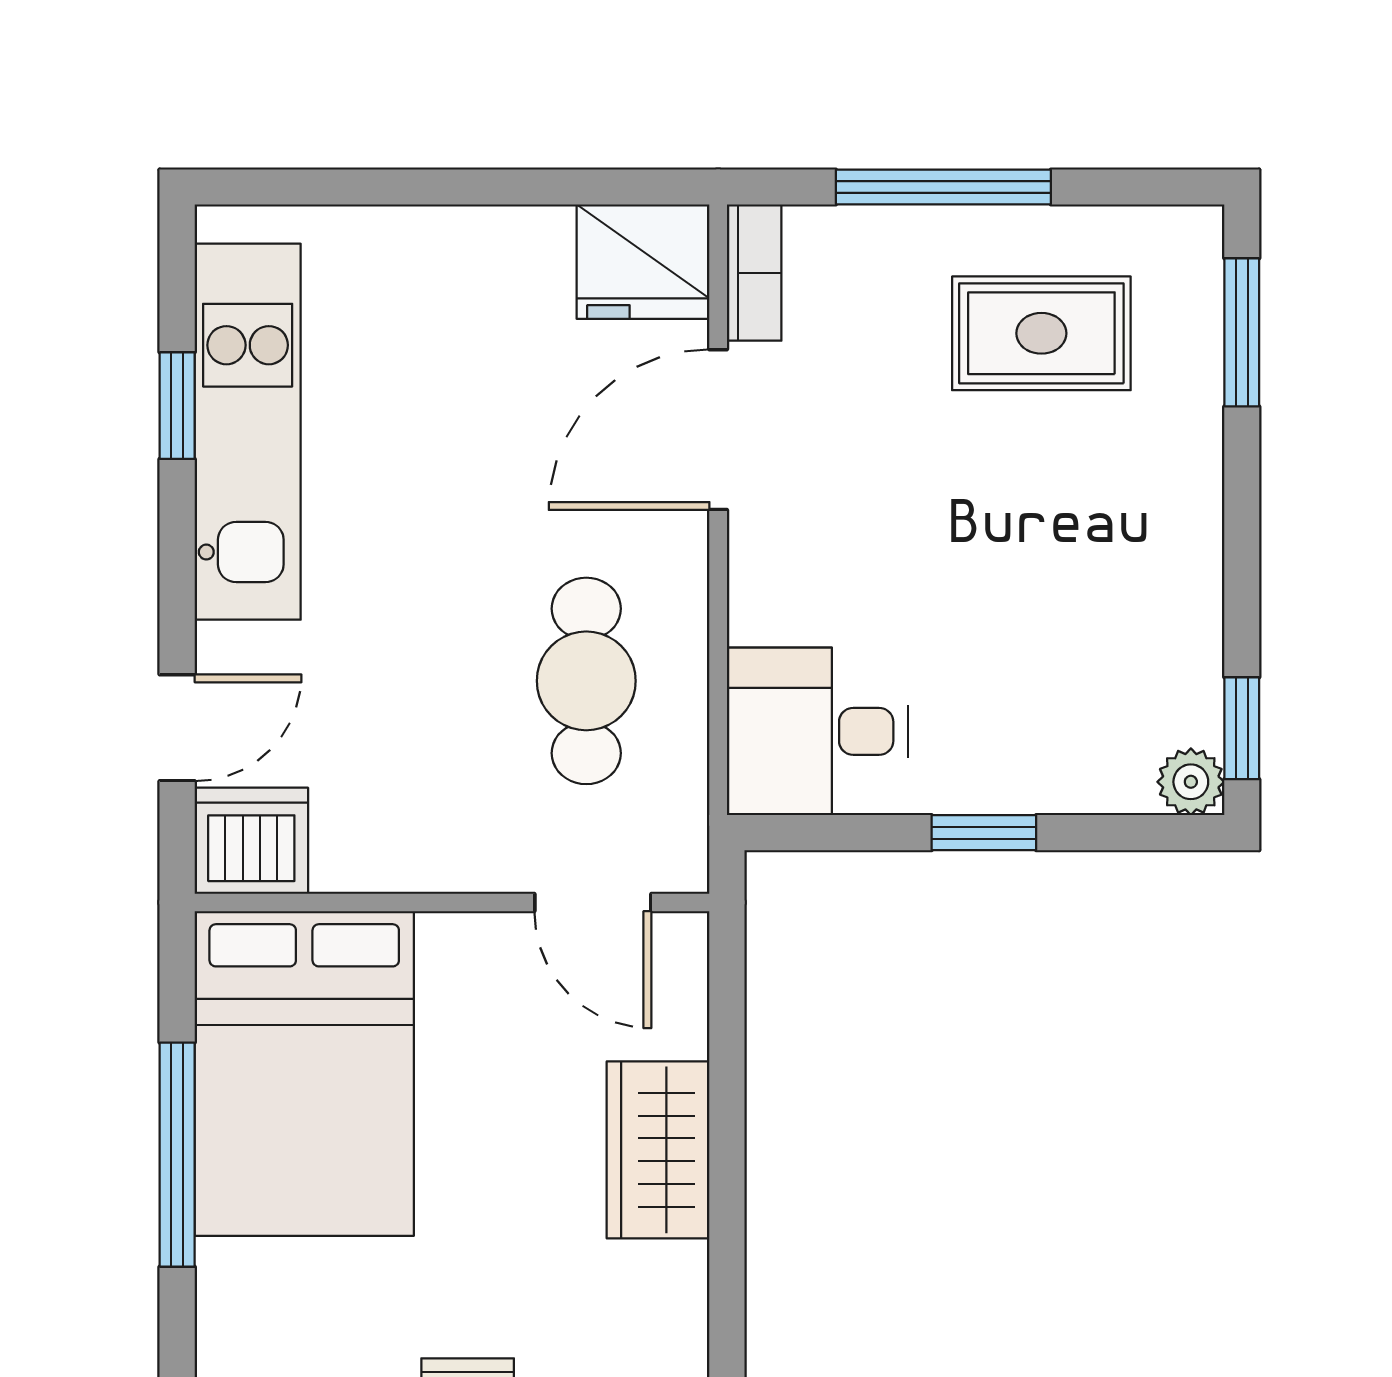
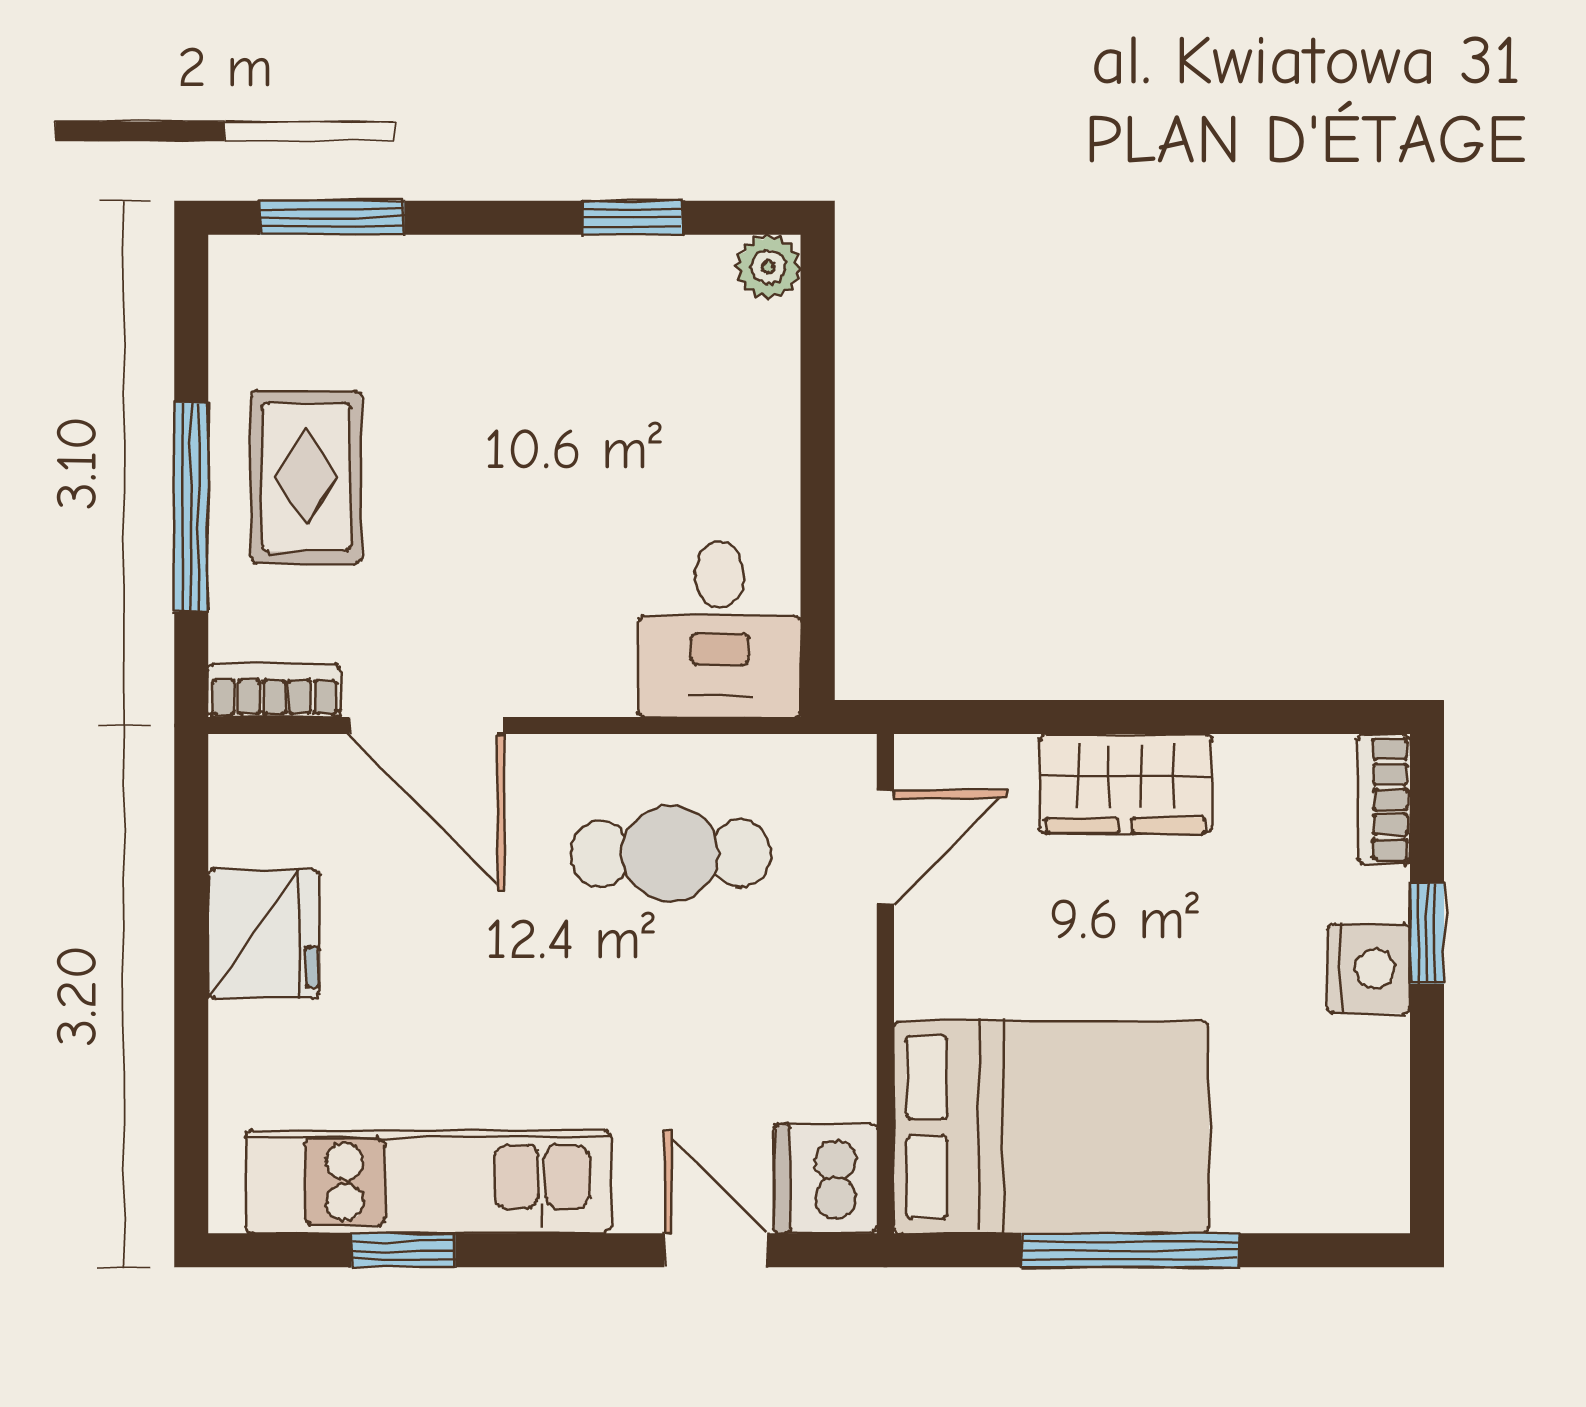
fridge: (643, 262) -> (264, 934), moved
rug: (1041, 333) -> (306, 477), moved
window: (1242, 728) -> (632, 218), moved
window: (984, 833) -> (818, 468), removed

